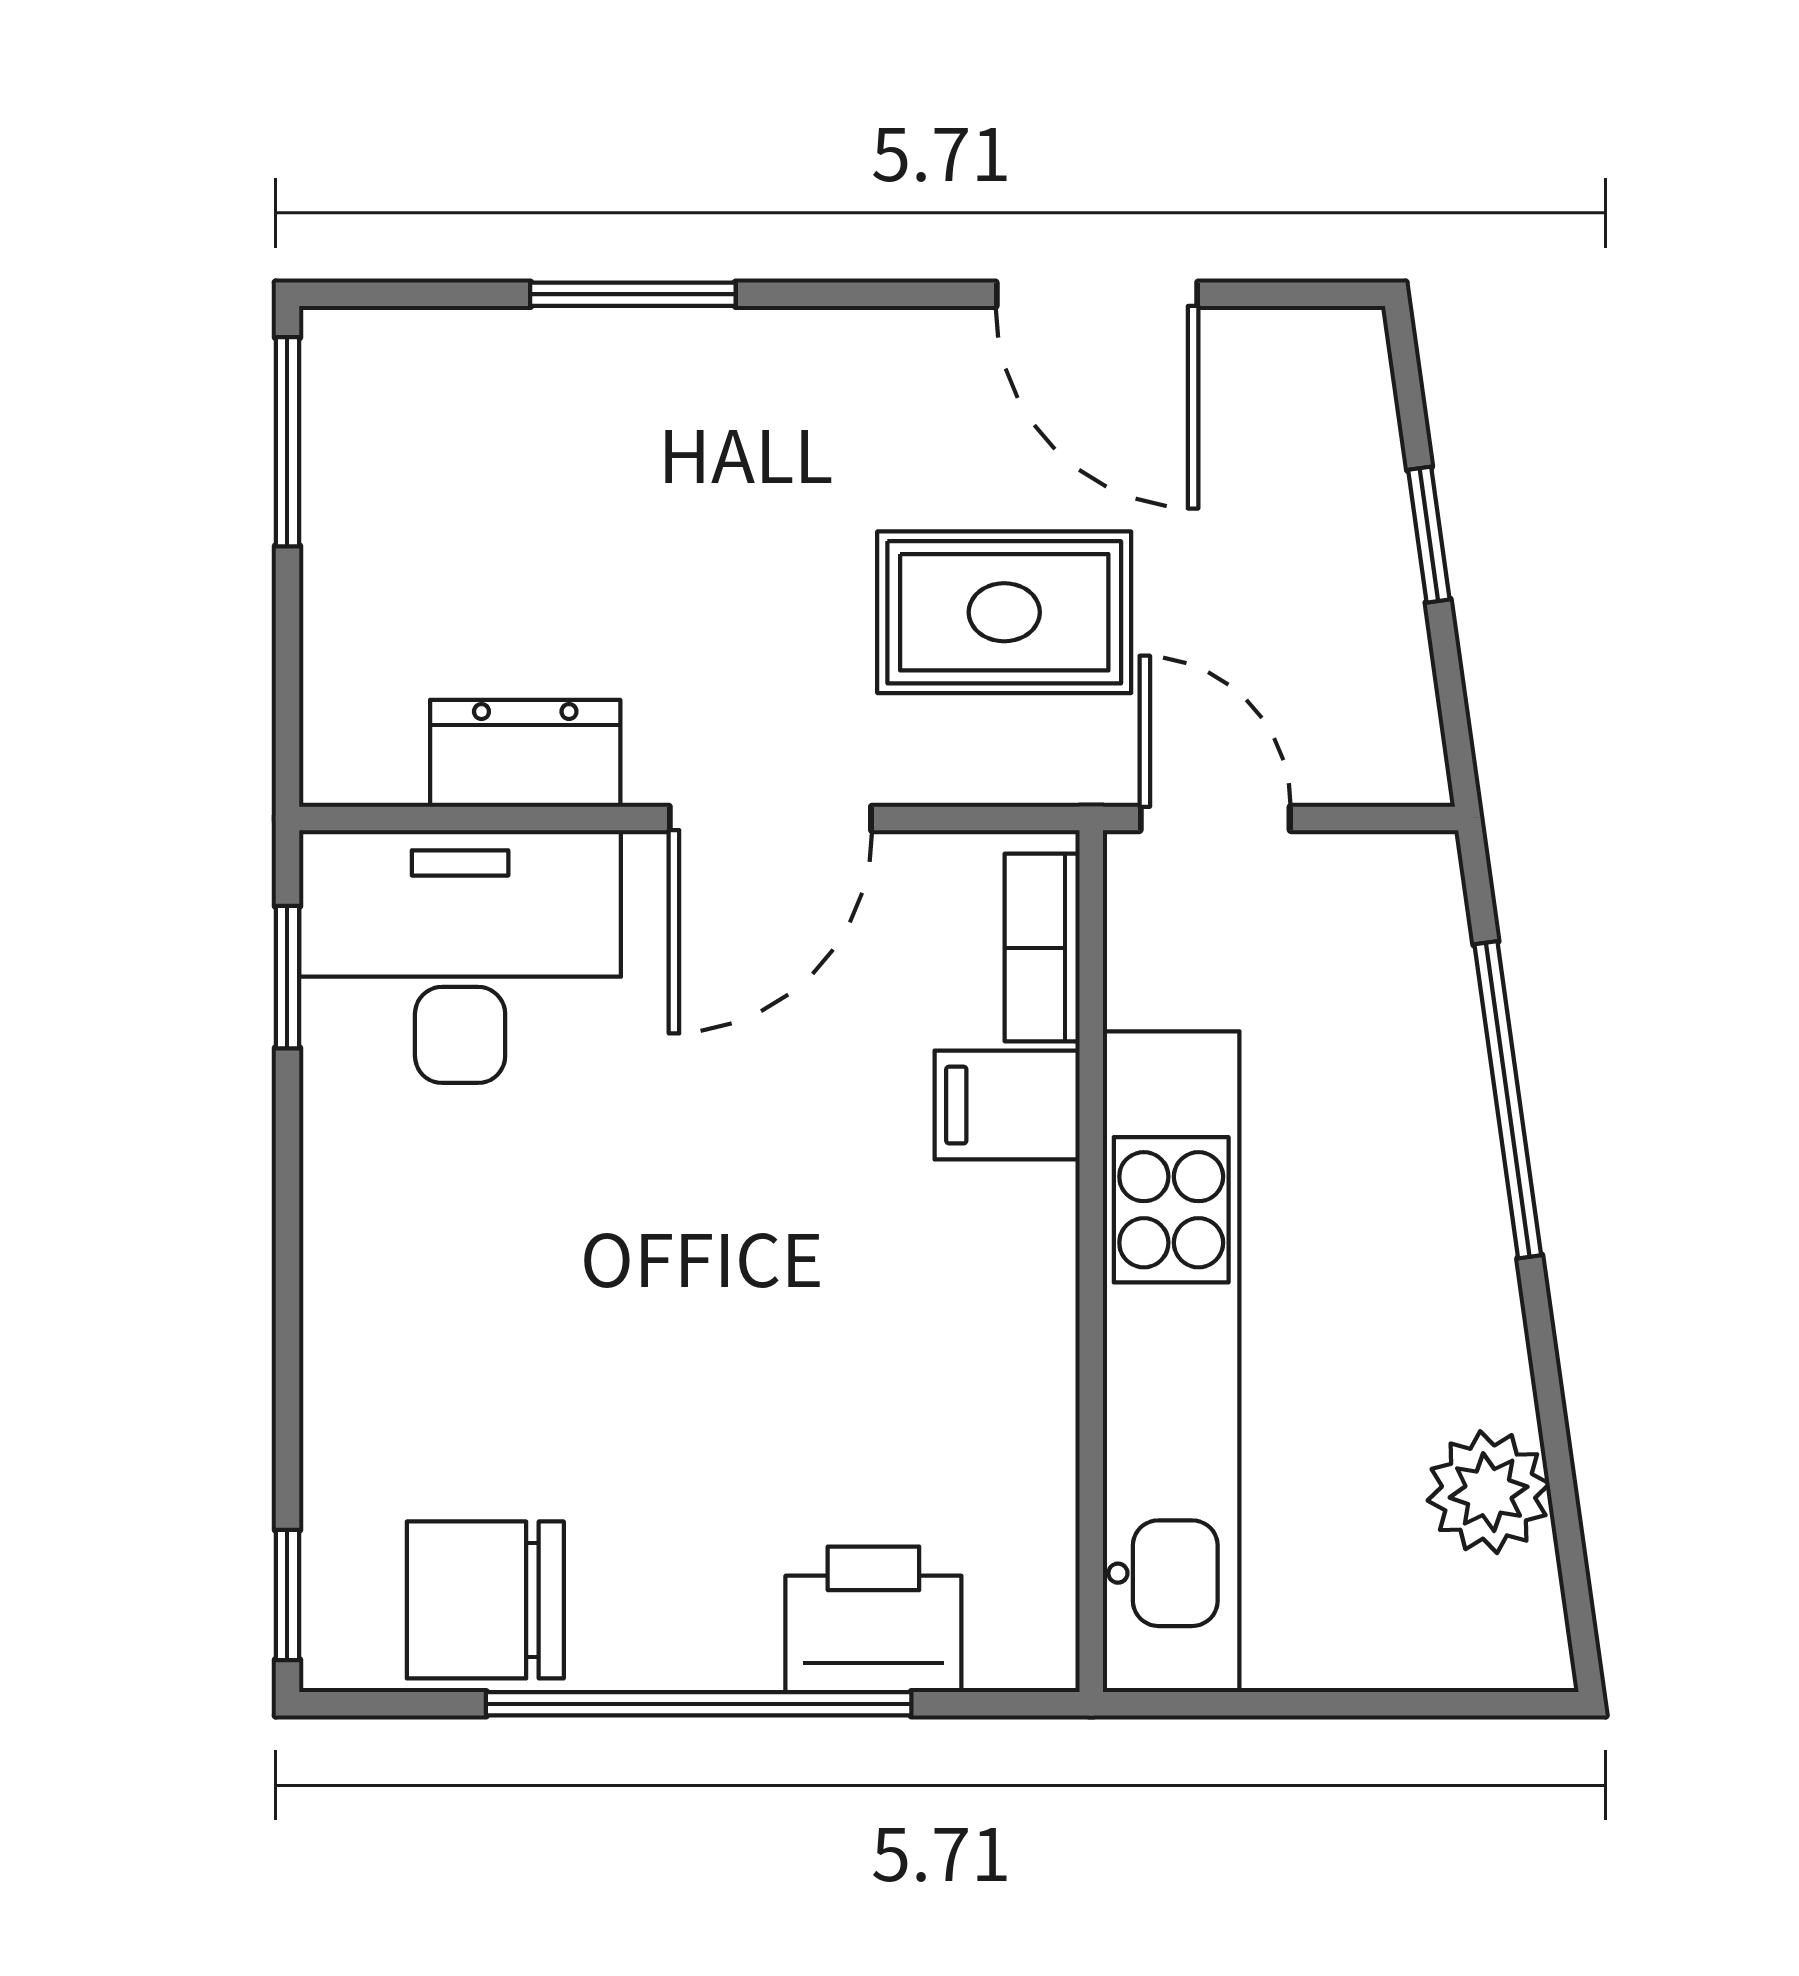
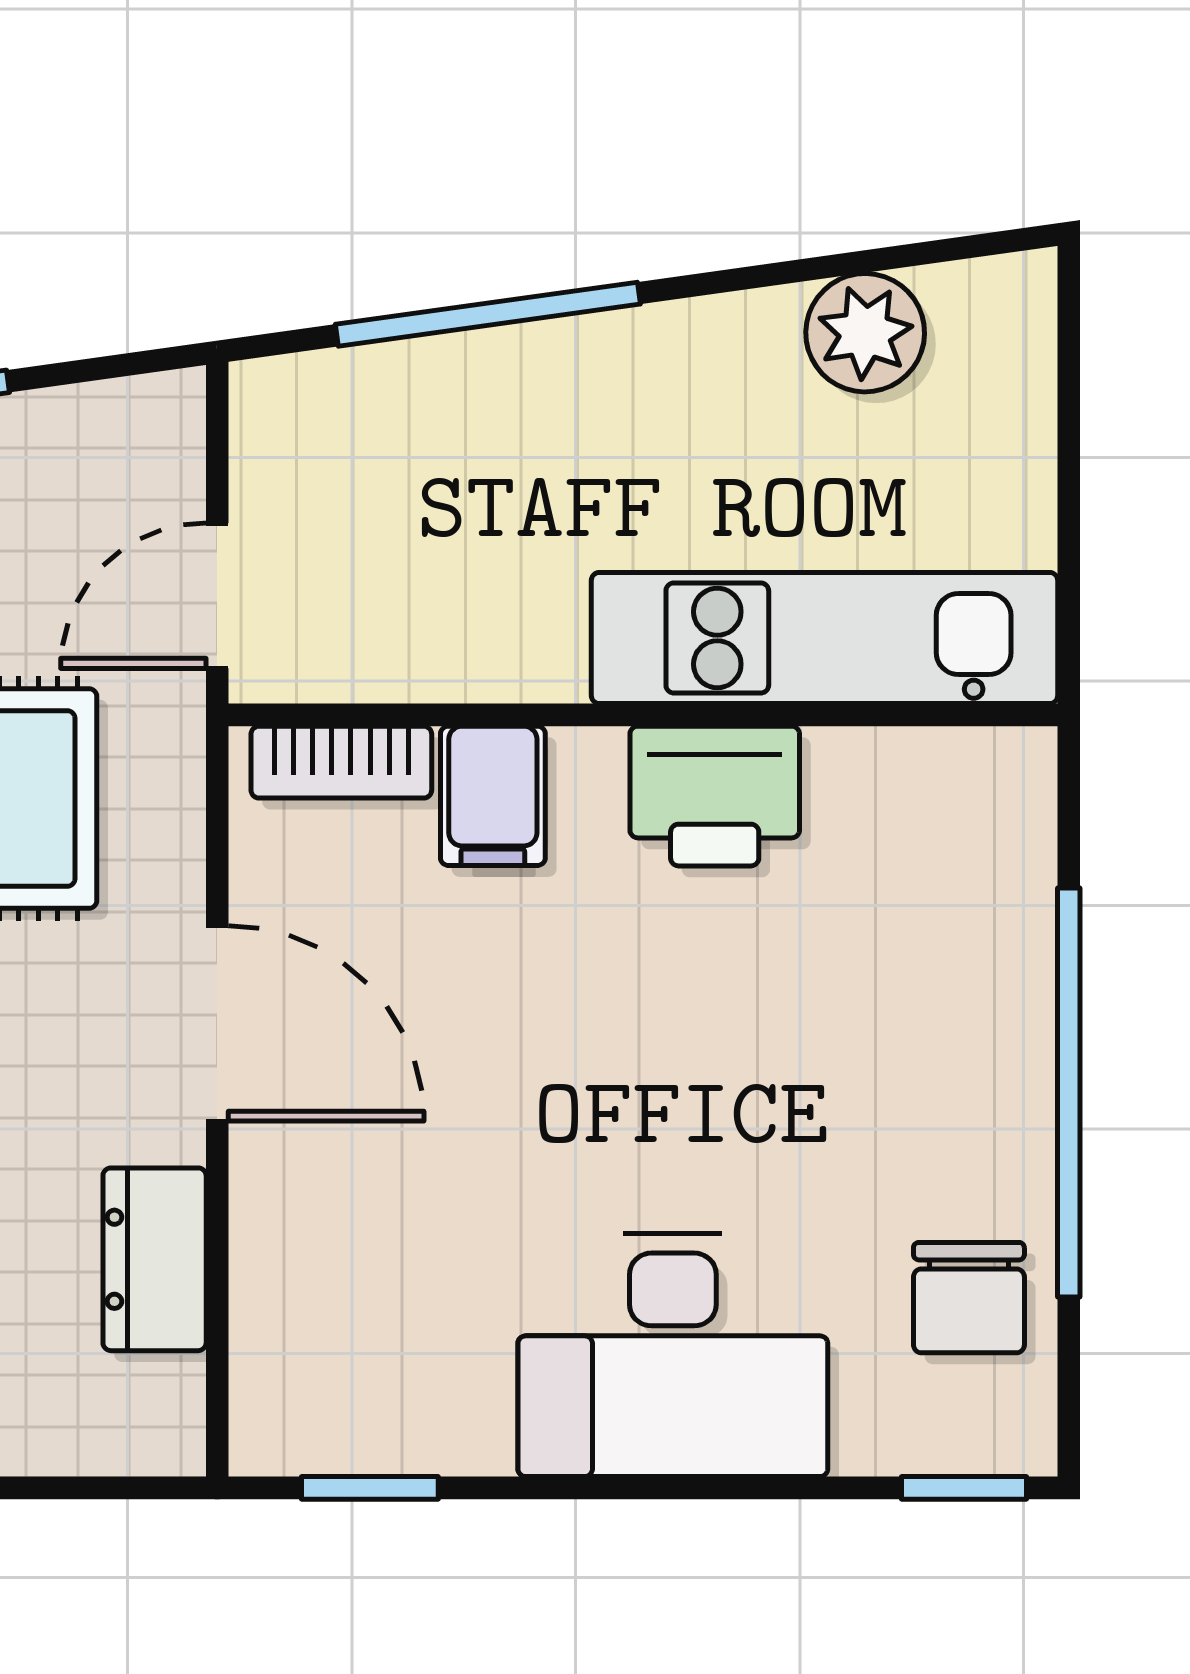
desk: (460, 957) -> (673, 1355), moved, turned -90
kitchen unit: (1171, 1362) -> (824, 638), width x0.73
chair: (485, 1600) -> (969, 1298), width x0.73, depth x0.73
printer: (873, 1619) -> (715, 796), moved, turned -90

